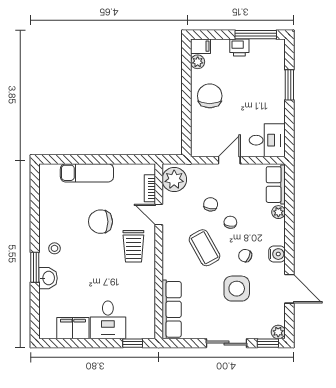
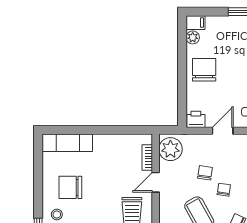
printer: (239, 47) -> (196, 119), moved, turned 180
exam couch: (87, 173) -> (67, 143), moved
door: (159, 214) -> (156, 182), hinge flipped
chair: (100, 222) -> (70, 187), moved

